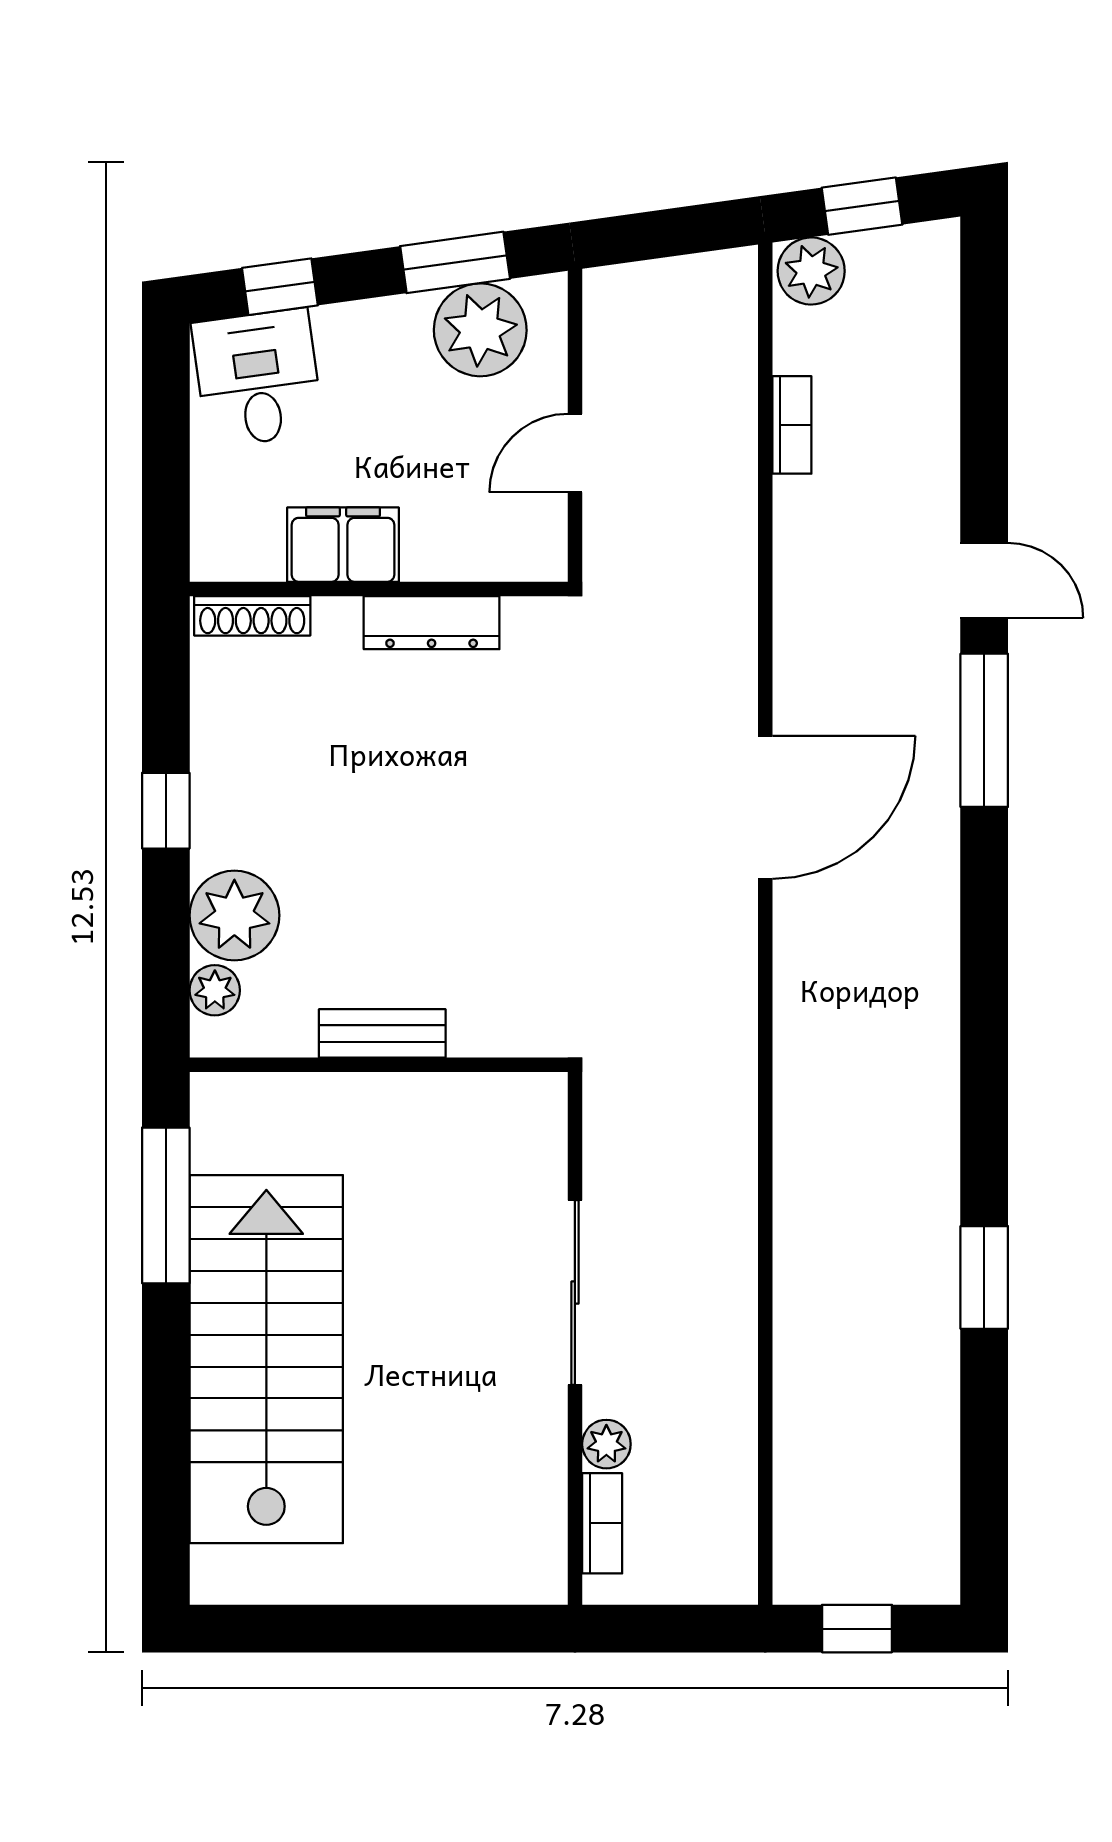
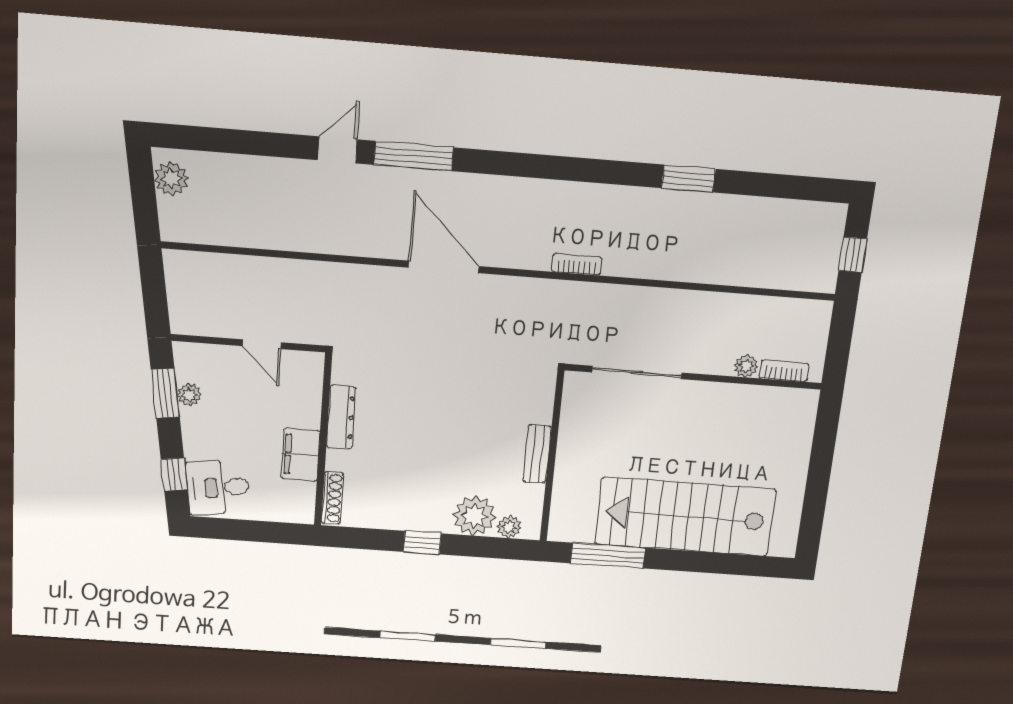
window: (862, 206) -> (144, 196), removed
plant: (811, 271) -> (171, 179), moved
plant: (480, 330) -> (189, 395), width x0.53, depth x0.53
bookcase: (792, 425) -> (577, 264), moved
sliding door: (575, 1293) -> (637, 372), moved

